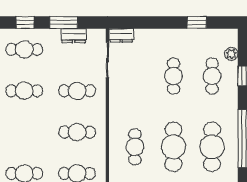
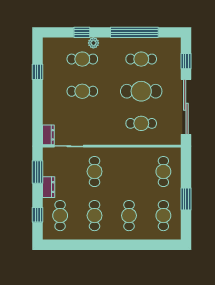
window: (64, 22) -> (38, 172), moved
dresser: (74, 36) -> (49, 187), moved
plant: (231, 54) -> (93, 43), moved
cafe table: (77, 132) -> (129, 216), moved
cafe table: (212, 147) -> (141, 59), width x0.73, depth x0.74

